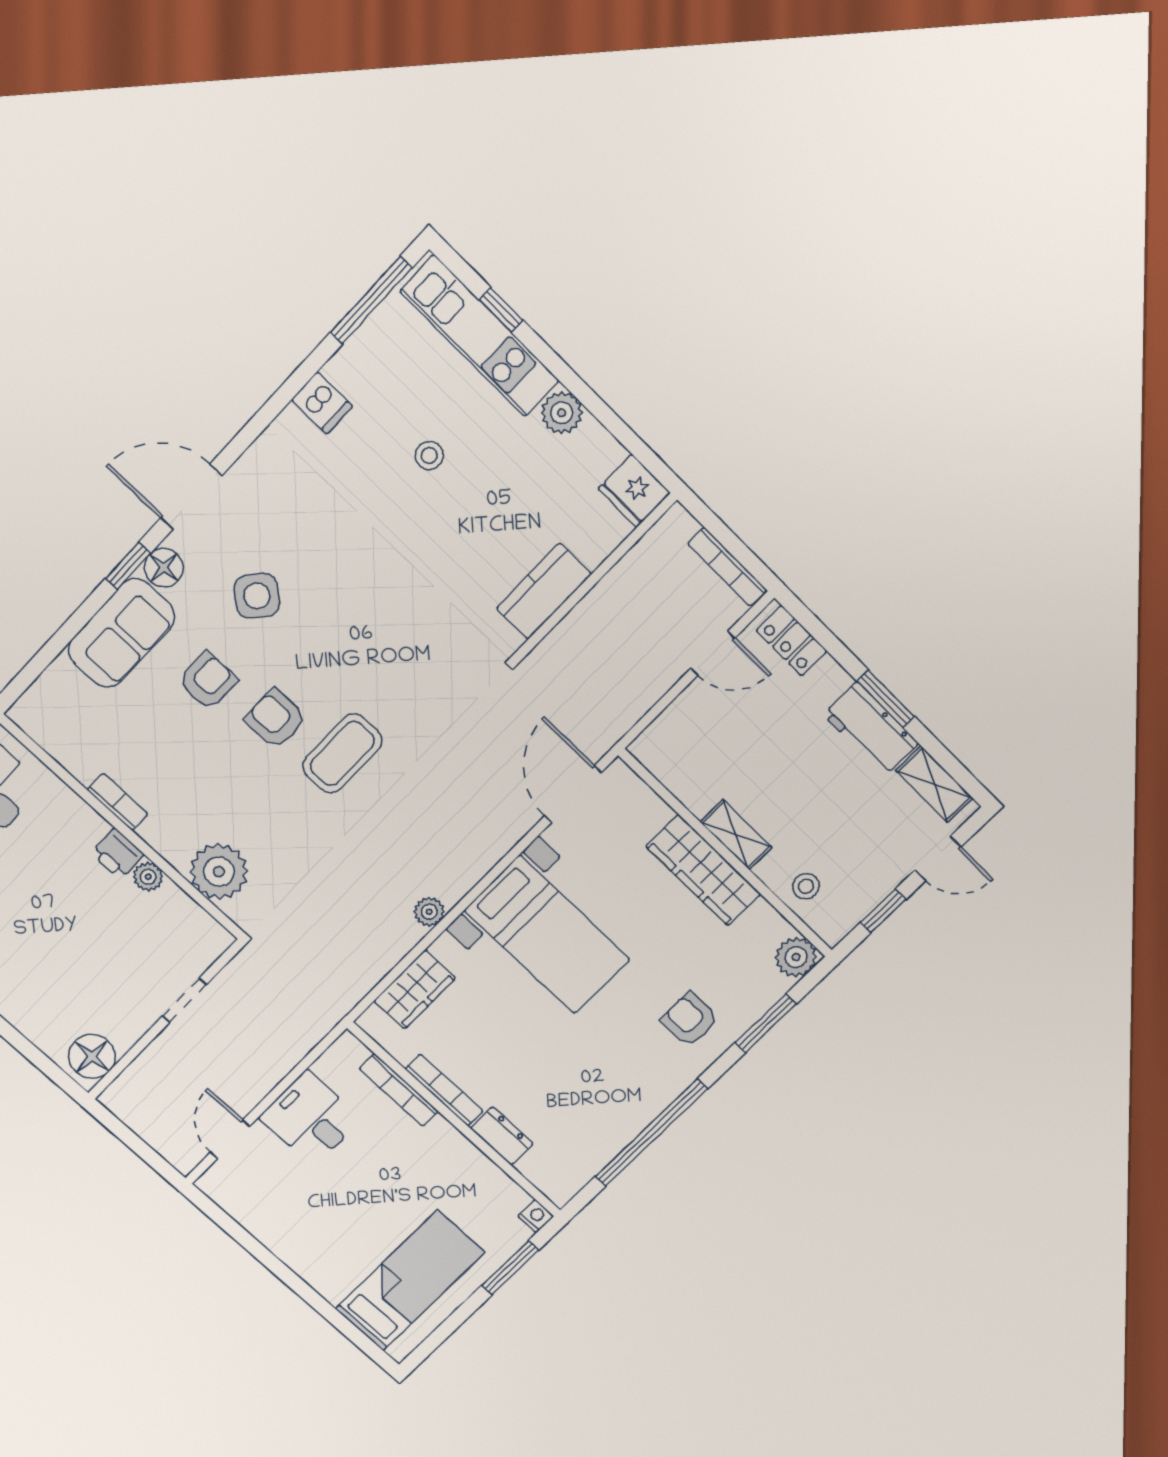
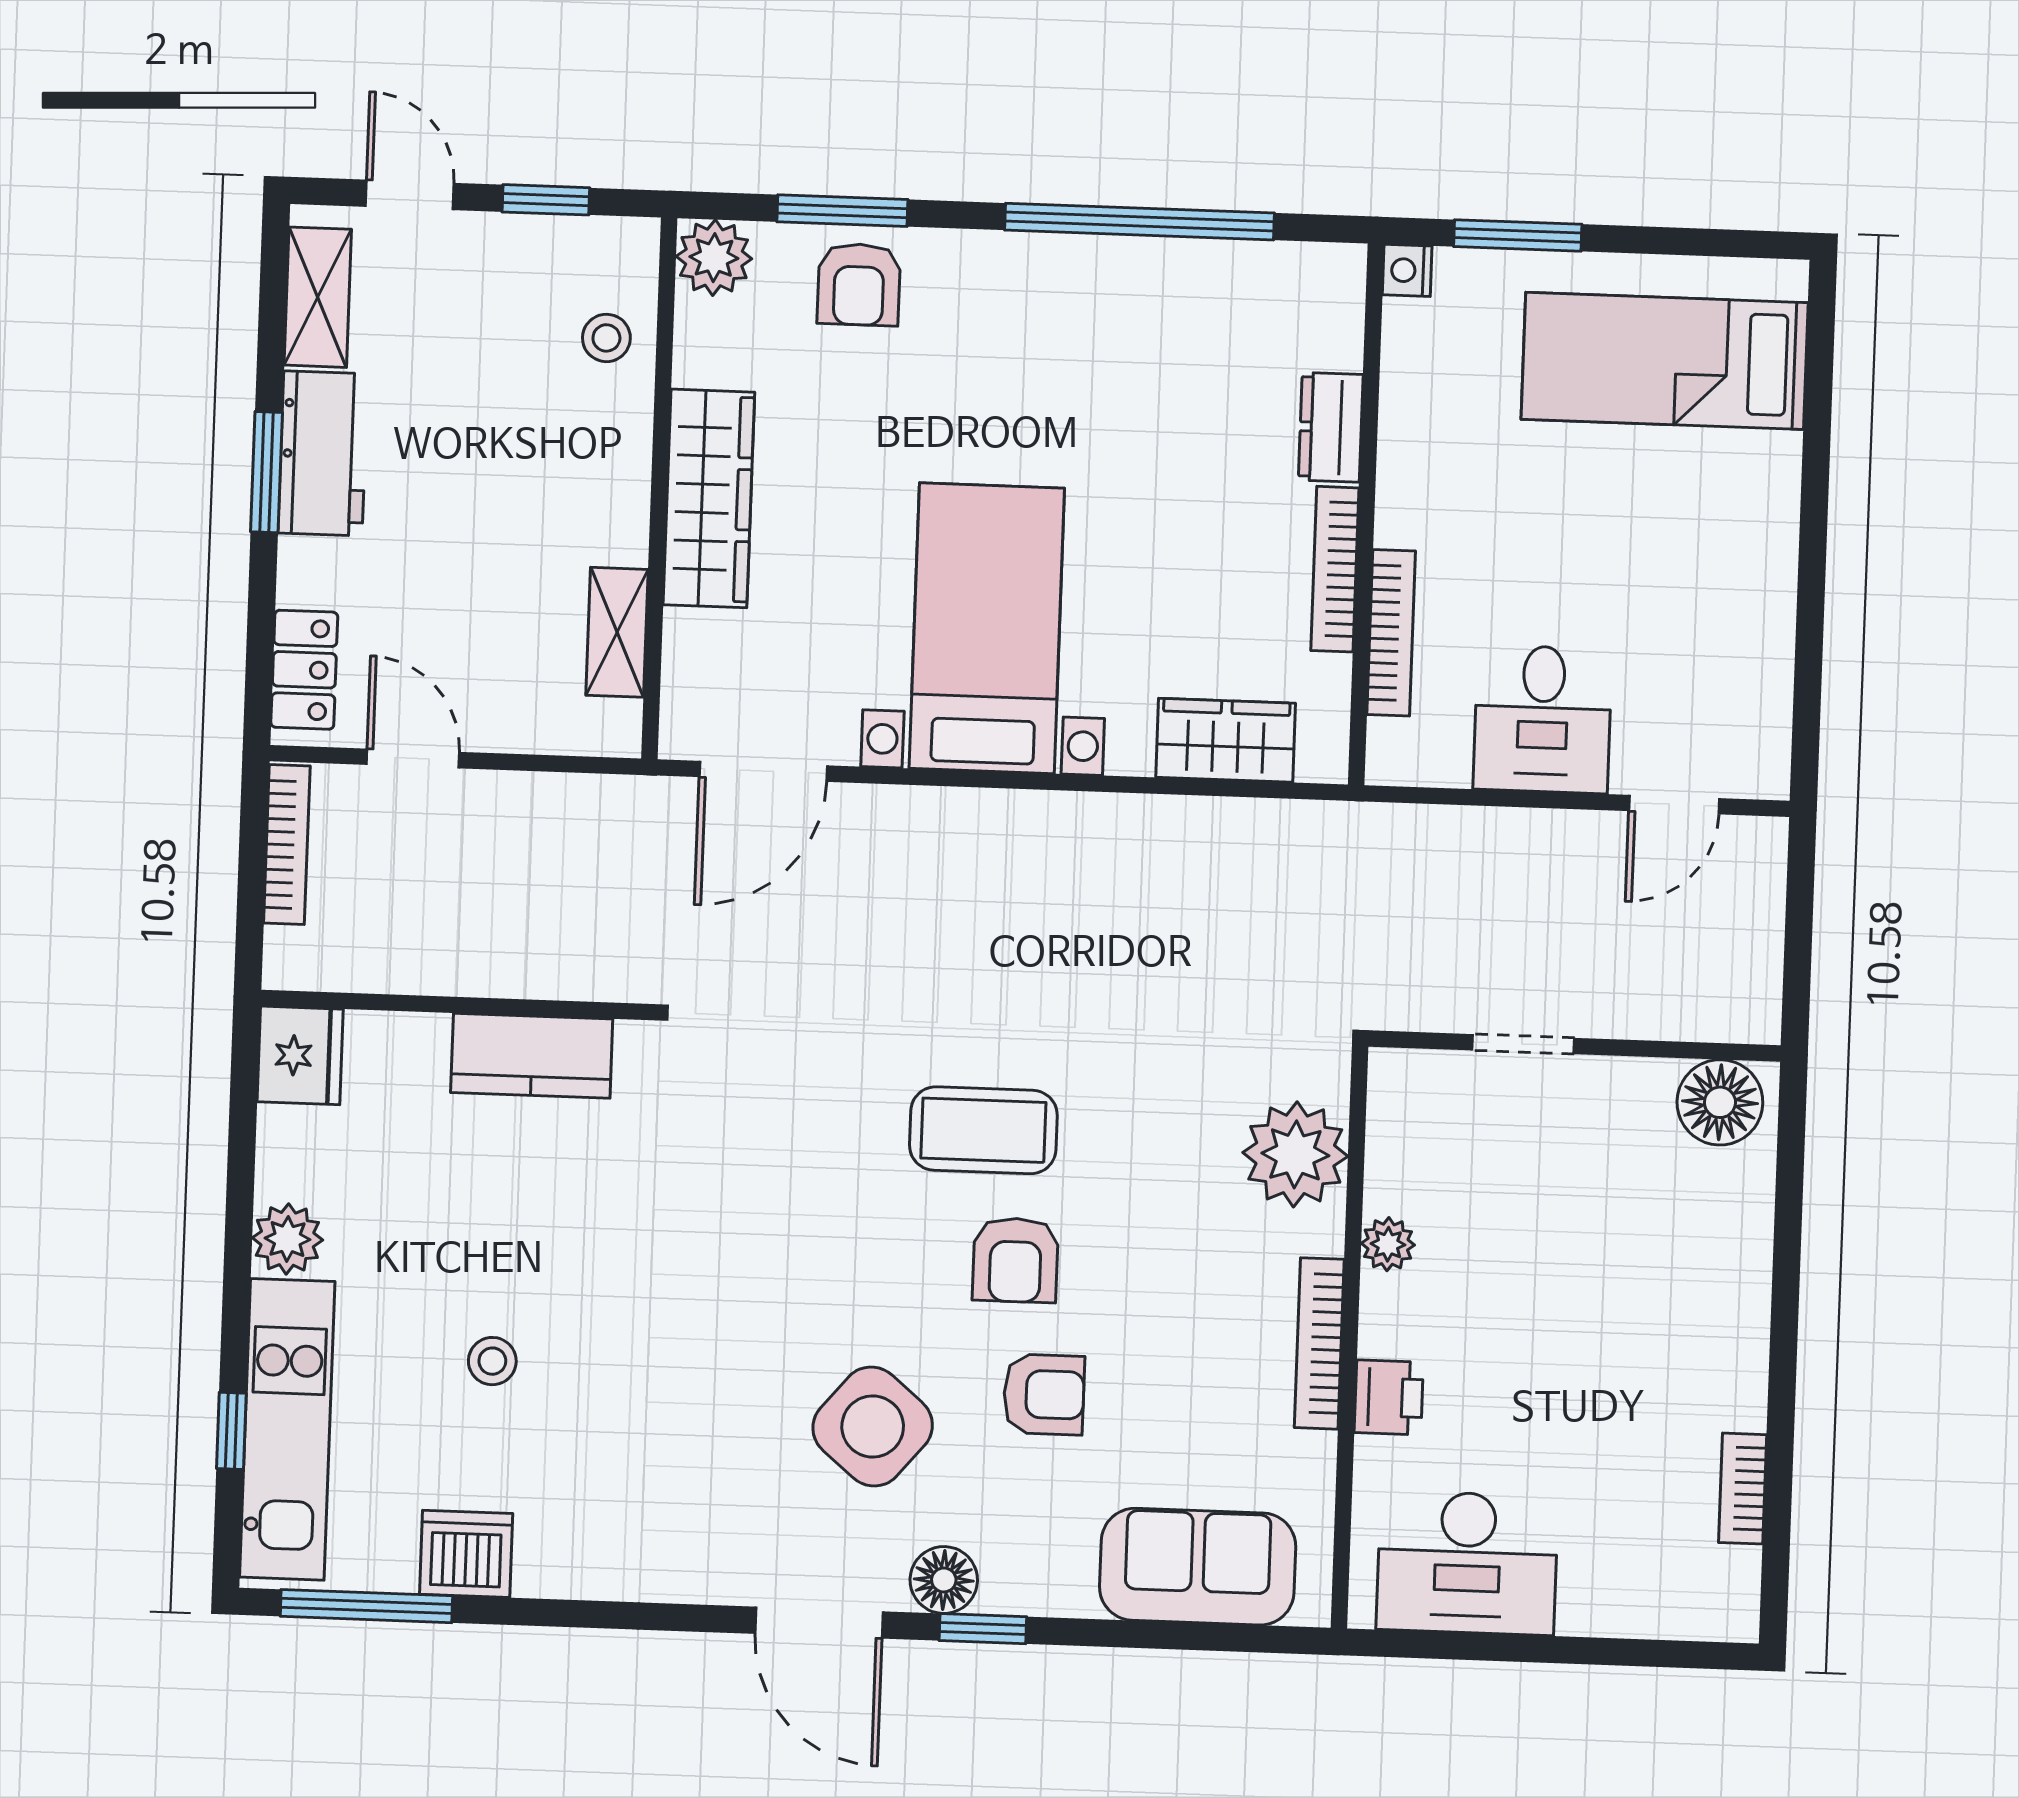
dishwasher: (322, 403) -> (466, 1554), moved, width x1.38
side table: (257, 596) -> (873, 1427), width x1.37, depth x1.37
sofa: (121, 633) -> (1198, 1567), moved
armchair: (208, 681) -> (1044, 1394), turned 180
bookcase: (118, 802) -> (1319, 1343), width x1.56
shelving: (736, 835) -> (617, 632), moved
printer: (117, 854) -> (1389, 1397), moved
plant: (429, 912) -> (1098, 819), removed
armchair: (690, 1019) -> (859, 284), moved

